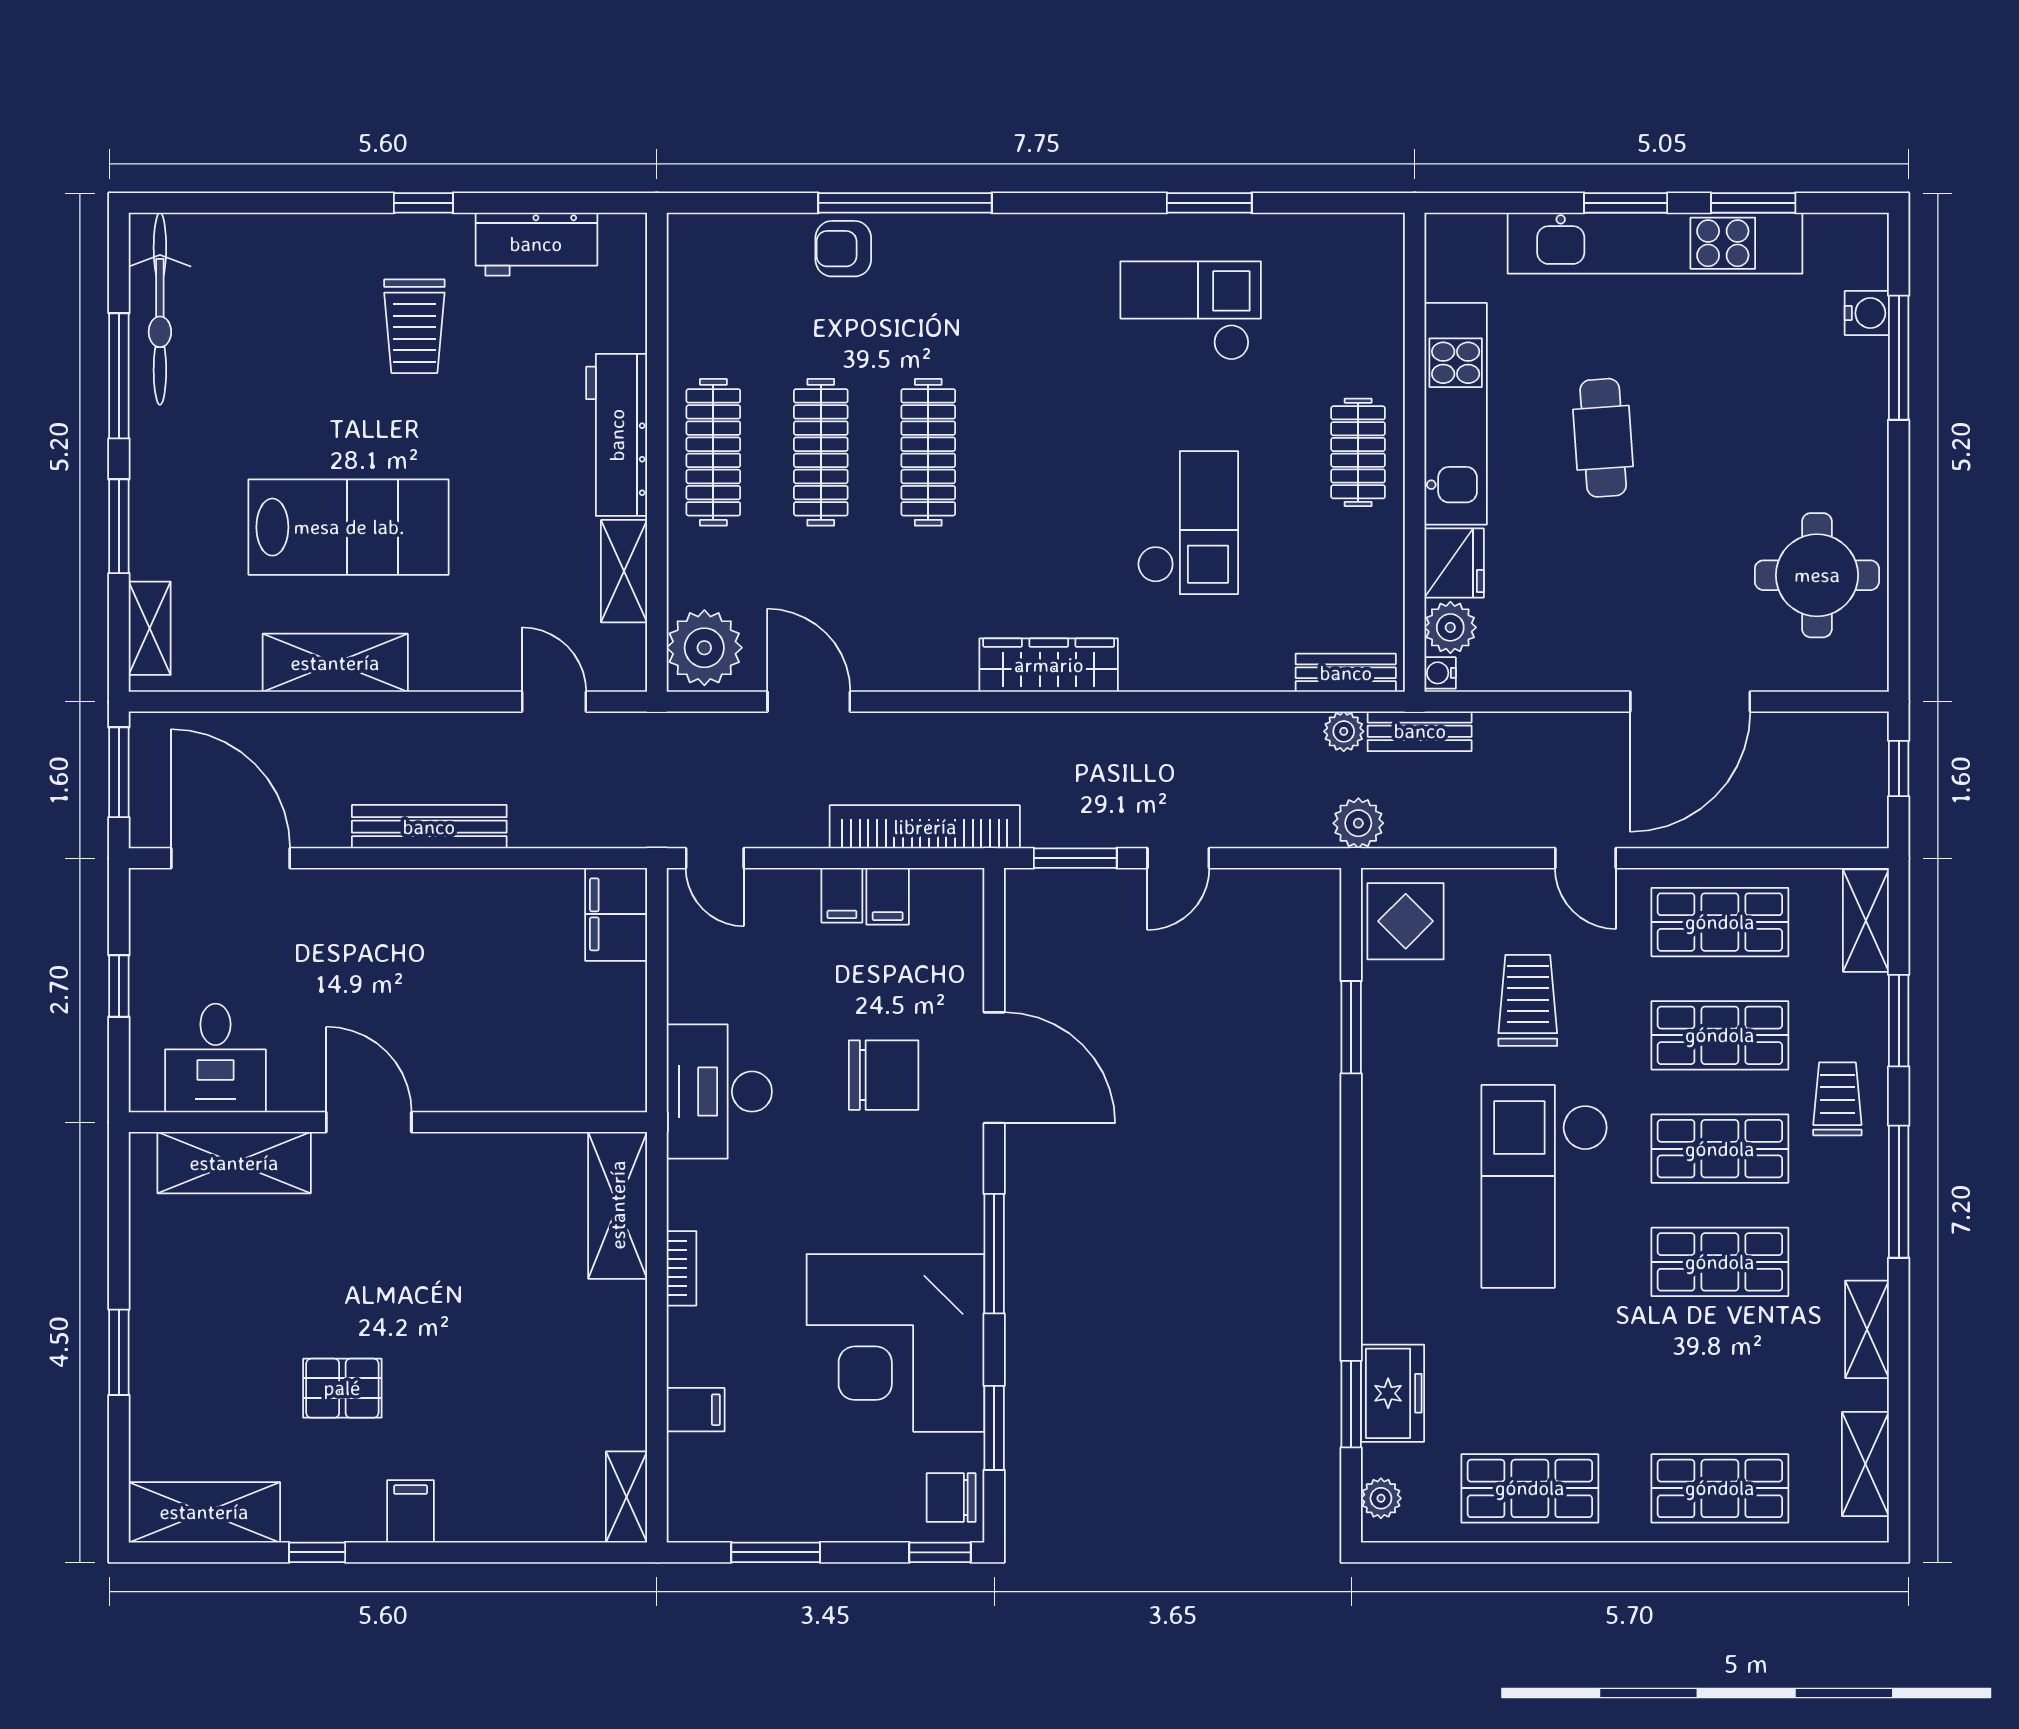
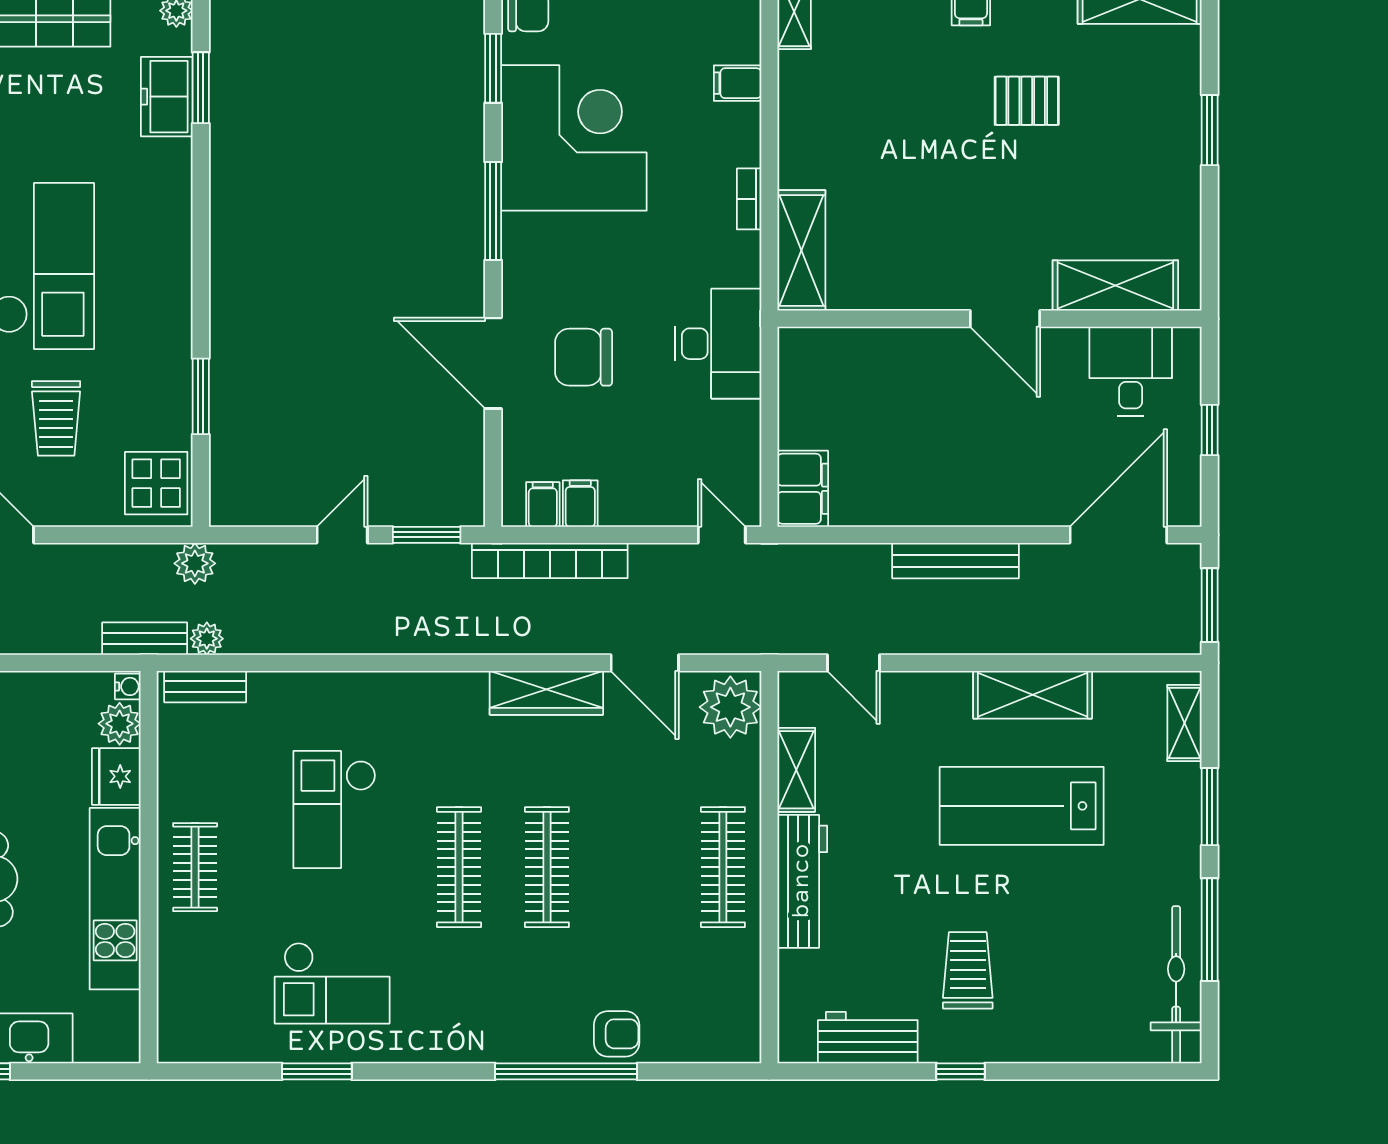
clothes rail: (821, 452) -> (459, 867), moved
wardrobe: (1049, 665) -> (546, 693), moved
door: (230, 858) -> (1118, 535), swing flipped
filing cabinet: (842, 895) -> (543, 504), moved

